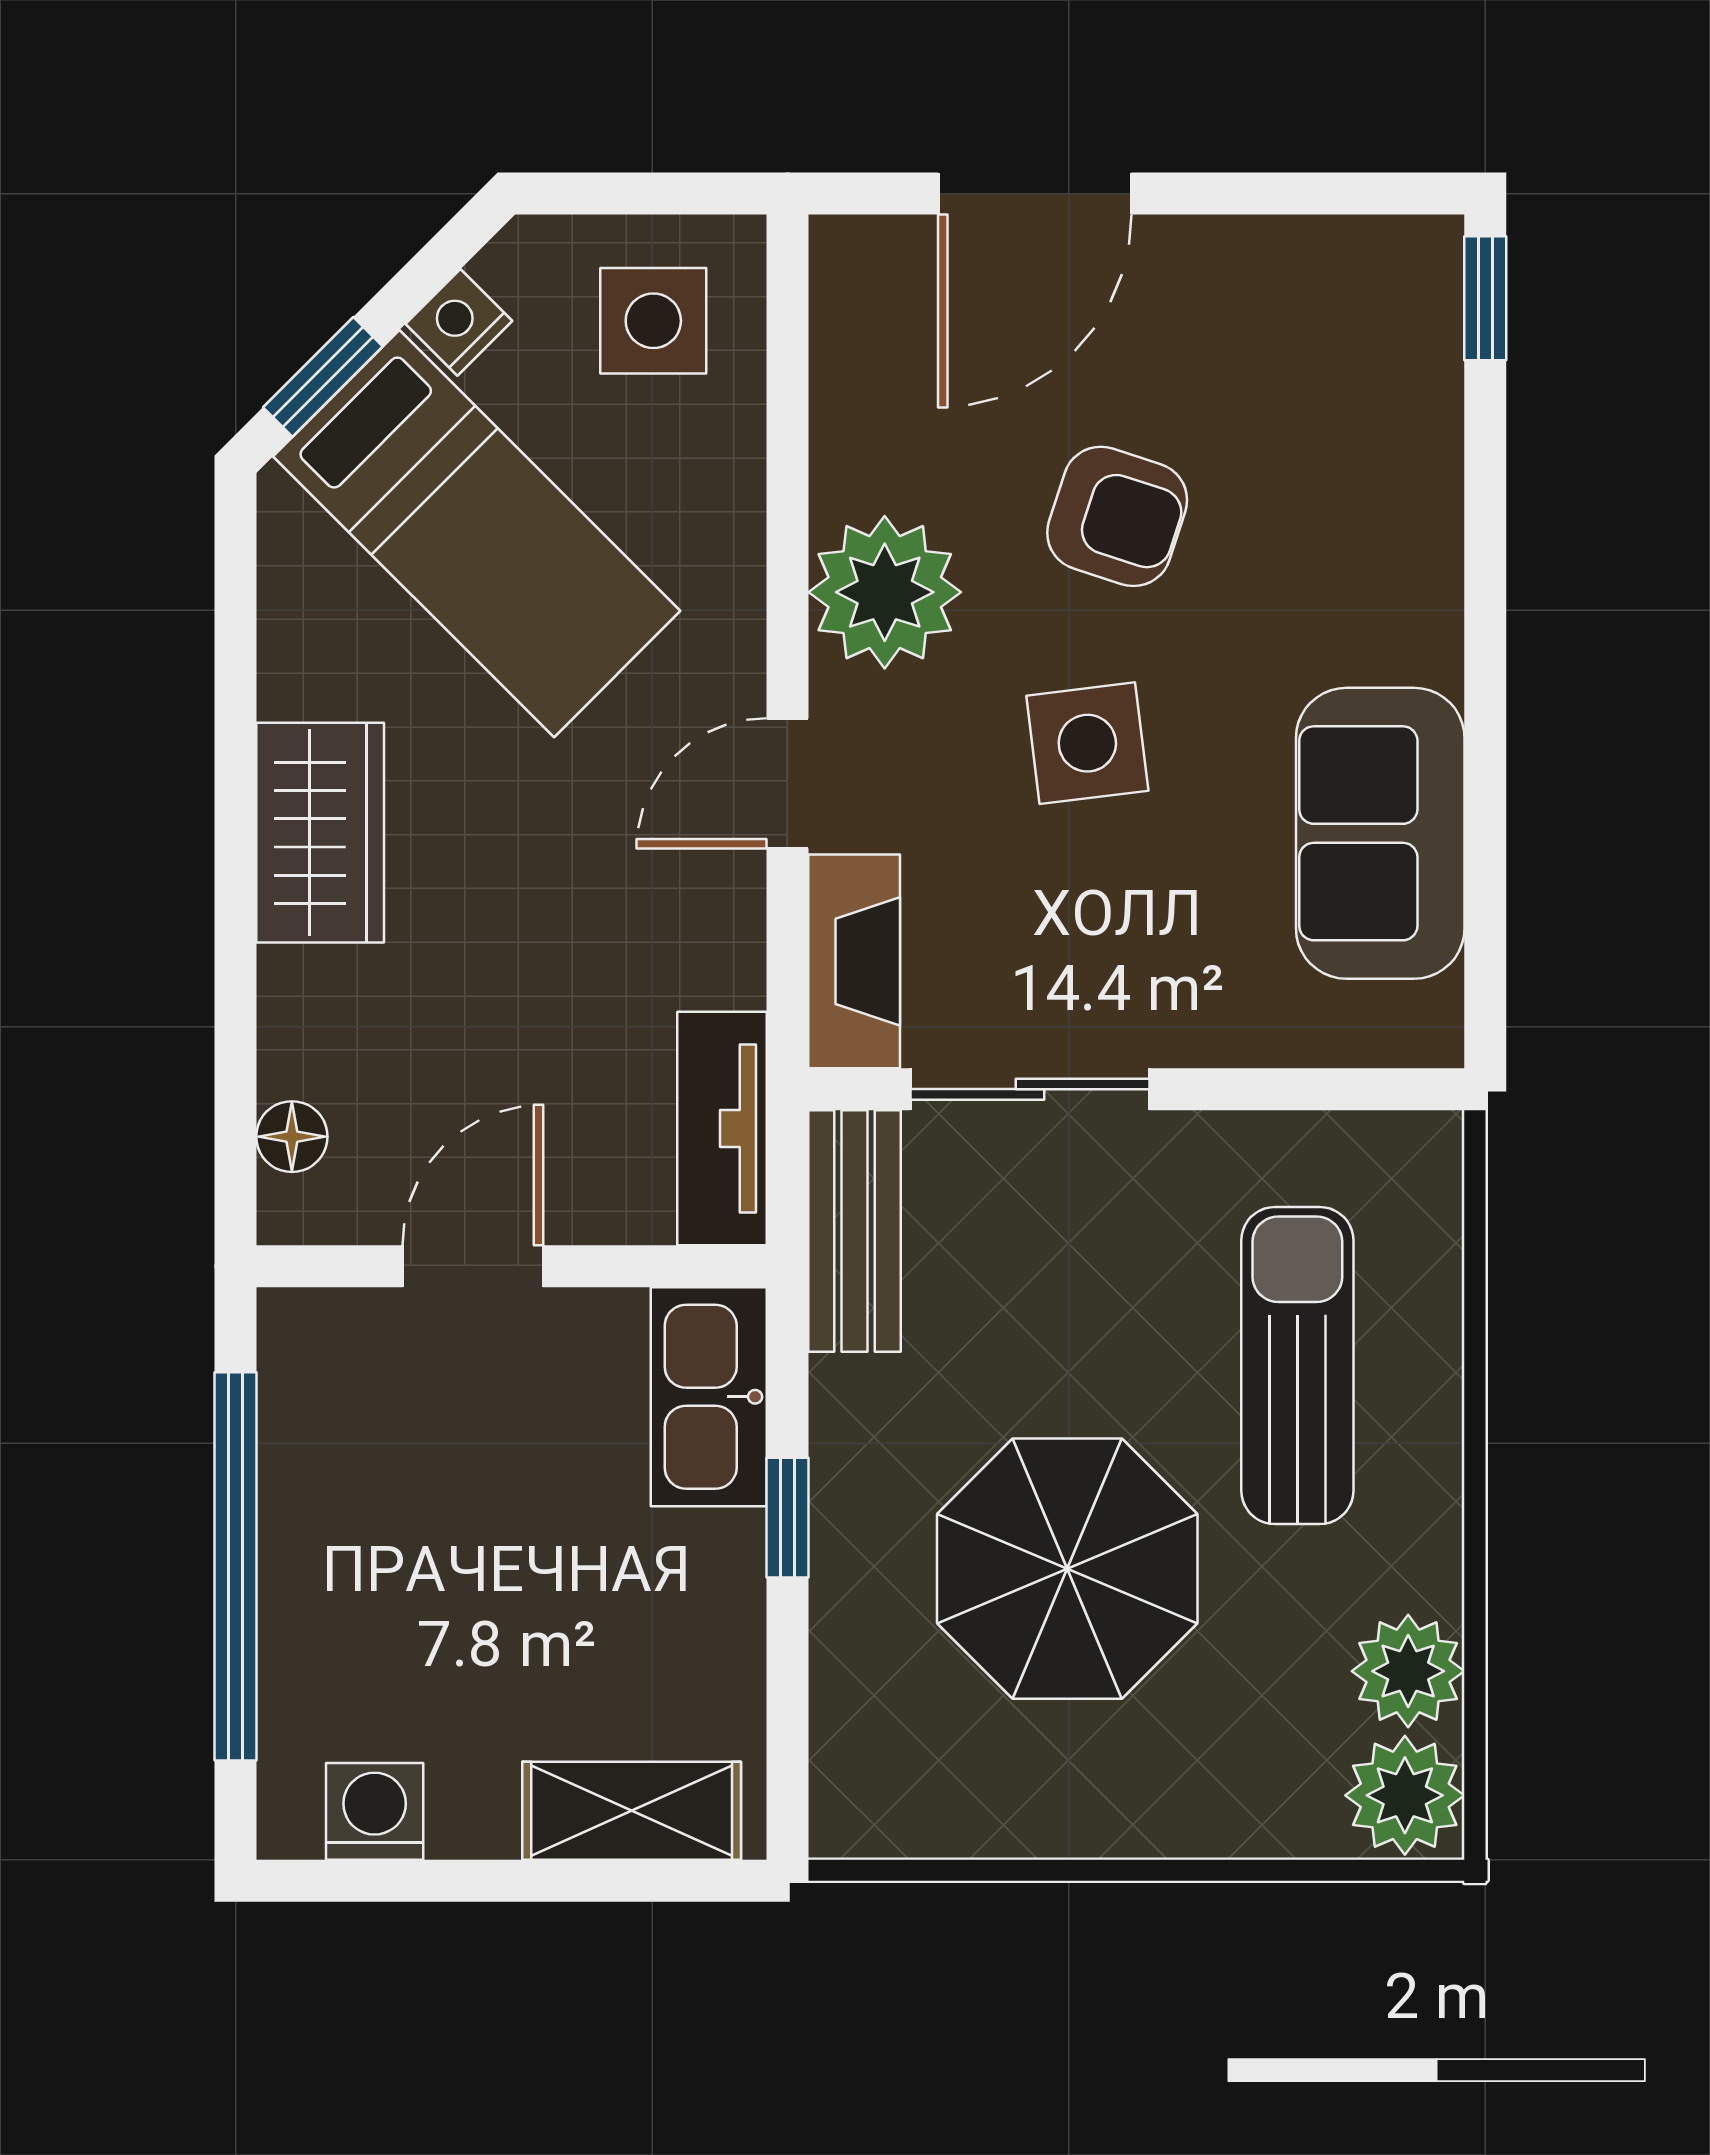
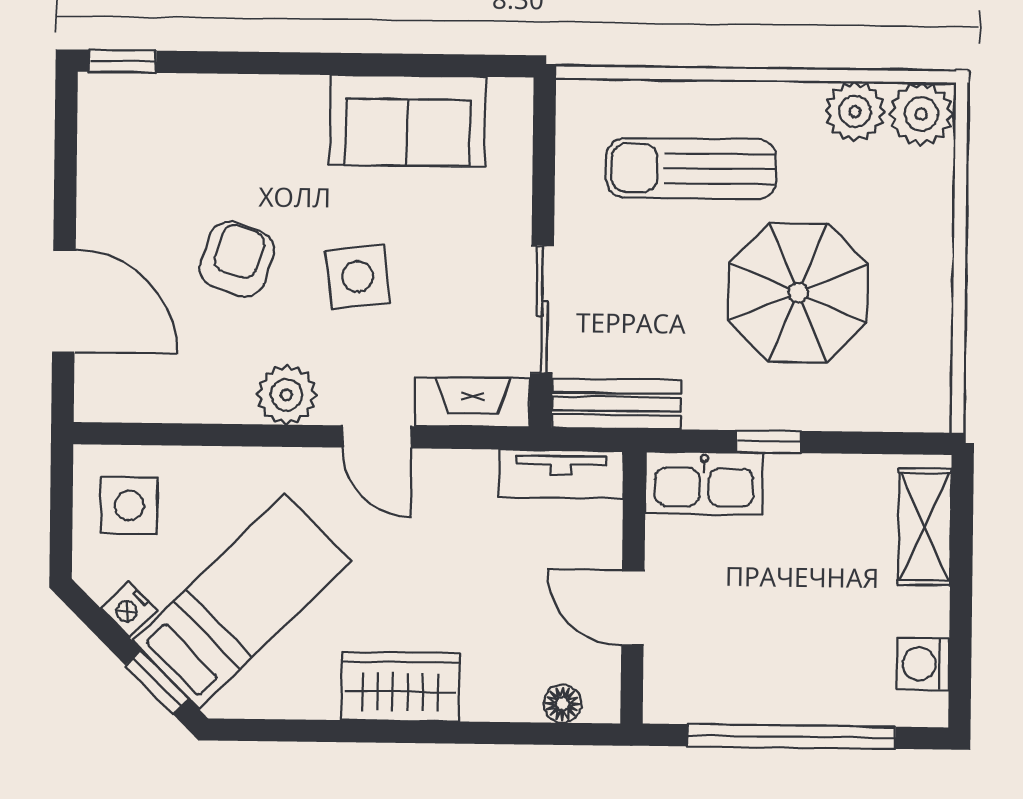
plant: (885, 592) -> (286, 395), width x0.73, depth x0.73

